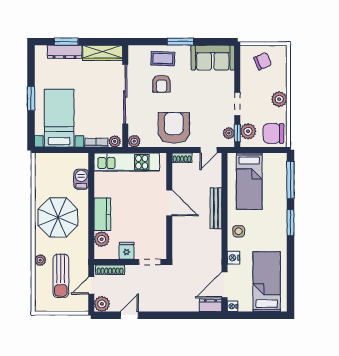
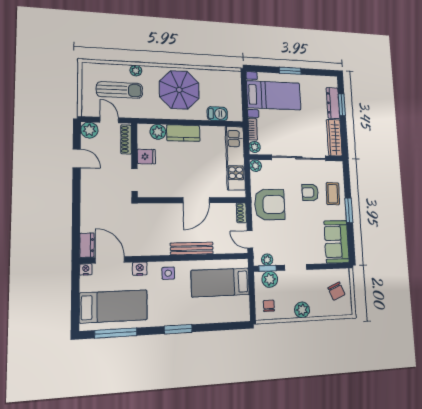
chair: (274, 133) -> (269, 306), width x0.54, depth x0.54
window: (290, 180) -> (116, 333), moved
sun lounger: (61, 276) -> (120, 90), turned 180

